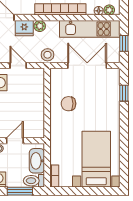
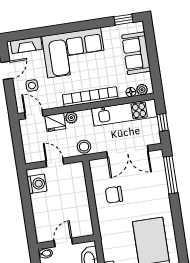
double door: (87, 65) -> (127, 152), swing flipped
window: (124, 93) -> (171, 175), width x2.17

